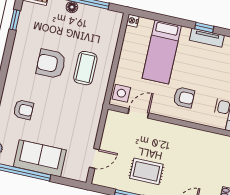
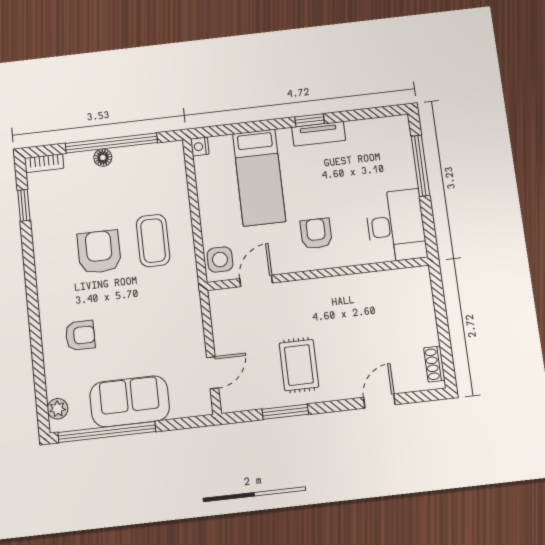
armchair: (51, 64) -> (99, 252), turned 90
armchair: (184, 97) -> (316, 234), turned -90
rug: (146, 171) -> (299, 365), turned 90

